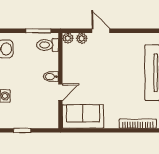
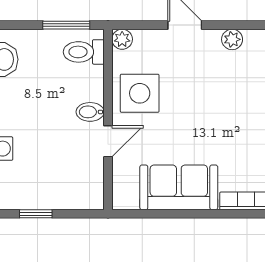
plant: (82, 38) -> (232, 39), moved
side table: (77, 67) -> (140, 93), added
sofa: (83, 116) -> (179, 187), moved

